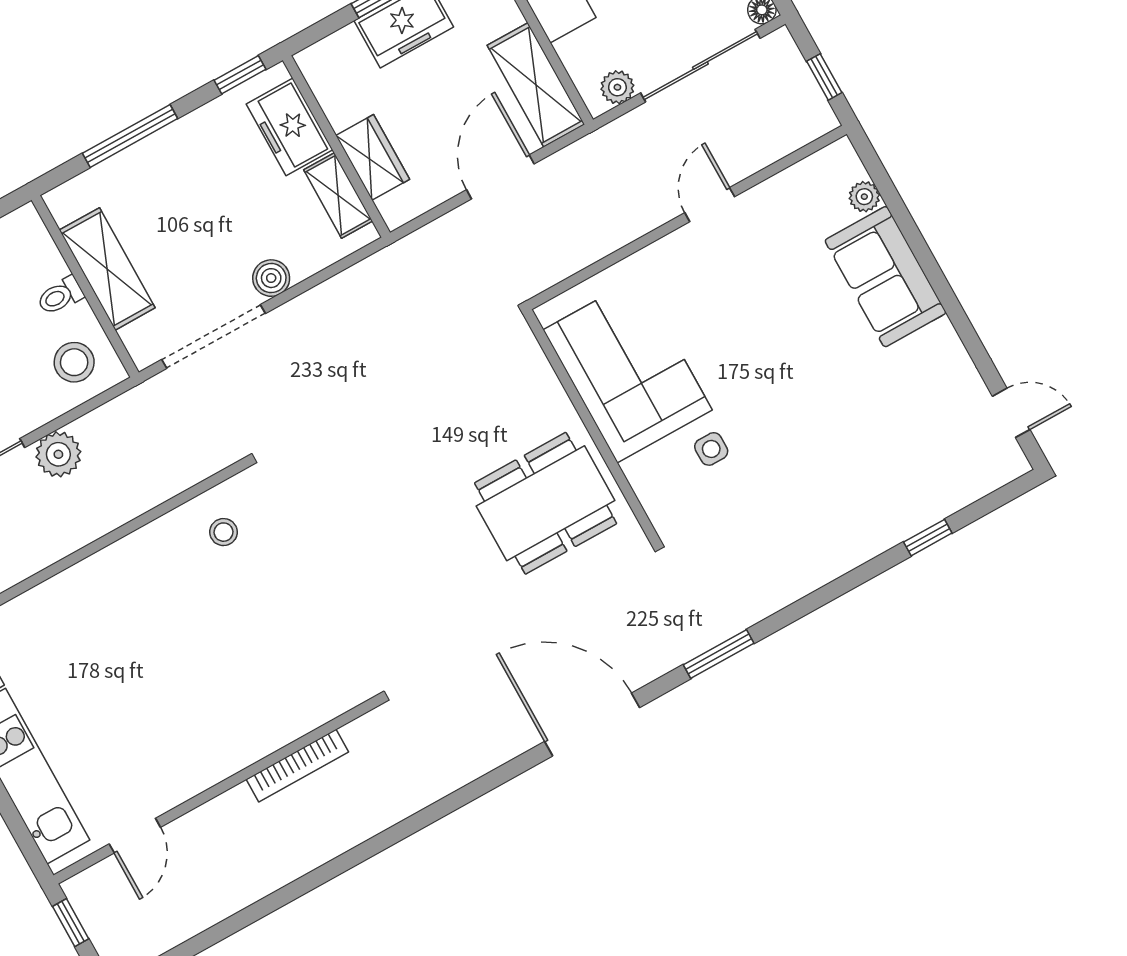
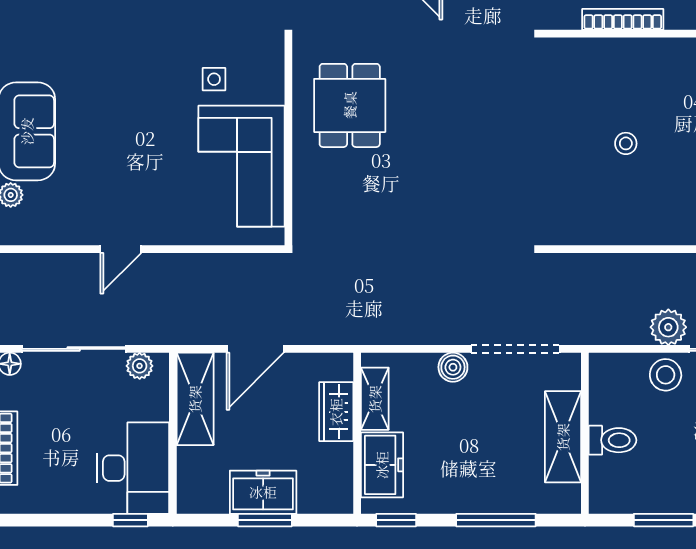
toilet: (60, 296) -> (613, 440), width x1.37, depth x1.39
stool: (74, 362) -> (666, 375), moved
dining table: (546, 503) -> (350, 105), width x0.73
stool: (223, 532) -> (626, 143), moved

